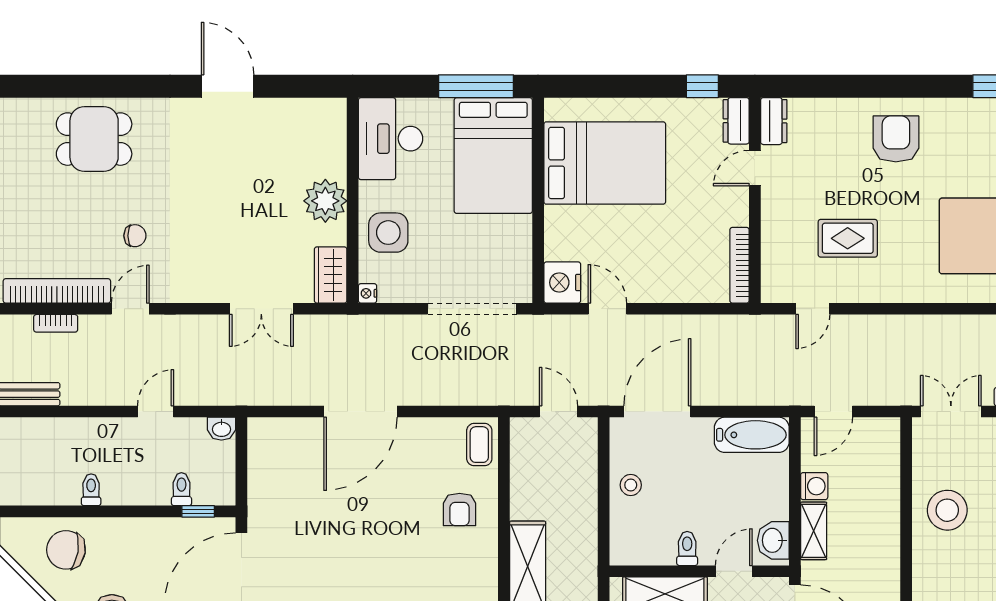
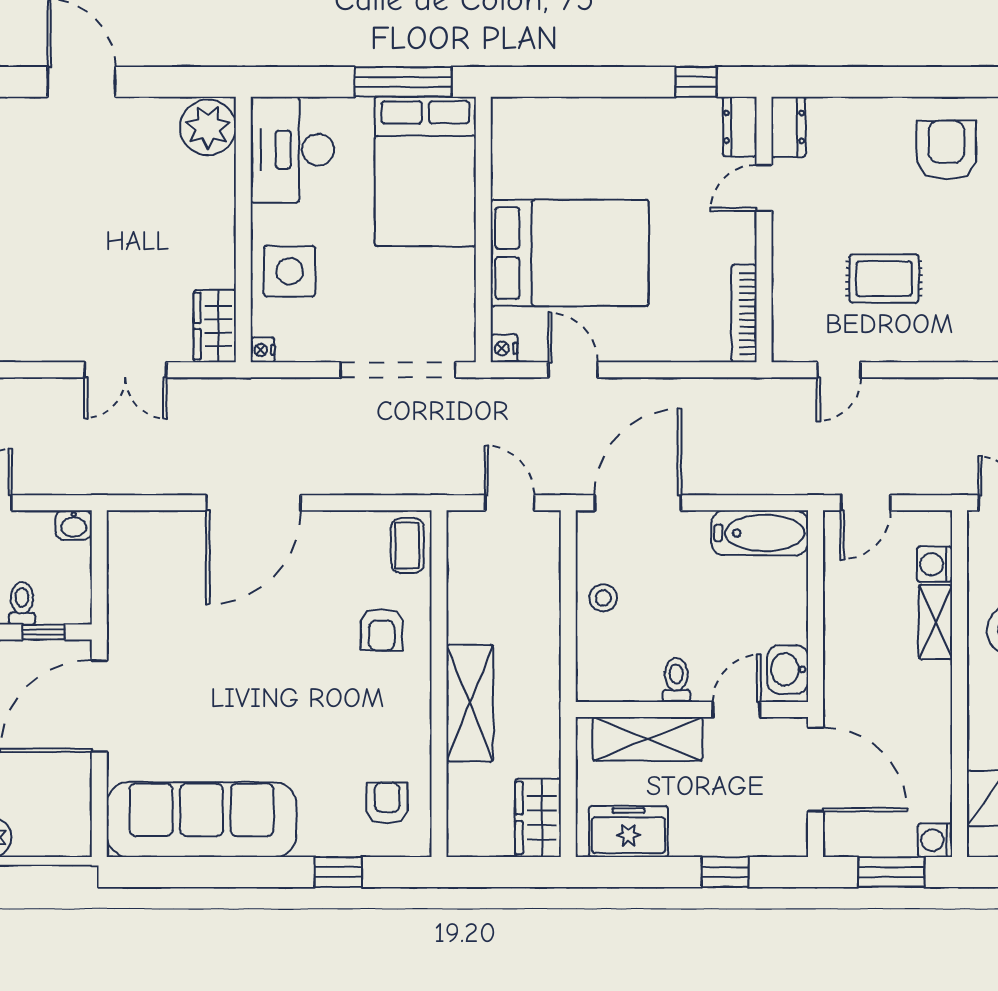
bed: (605, 163) -> (570, 253), moved
plant: (325, 201) -> (208, 127), moved
nightstand: (562, 283) -> (504, 348), width x0.53, depth x0.56
washing machine: (814, 486) -> (935, 564), moved, turned 180
shelving: (814, 531) -> (935, 622), moved

